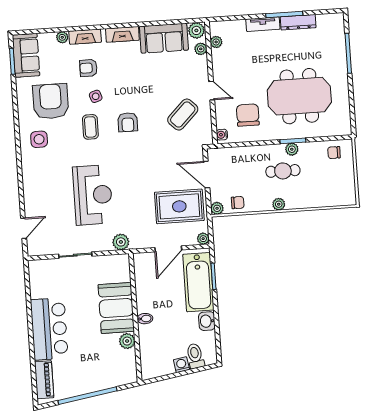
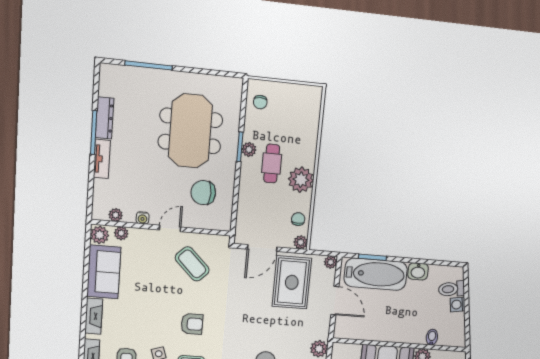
water cooler: (222, 135) -> (143, 218), moved
plant: (279, 204) -> (301, 180), width x1.87, depth x1.87
bidet: (145, 319) -> (432, 337), moved

